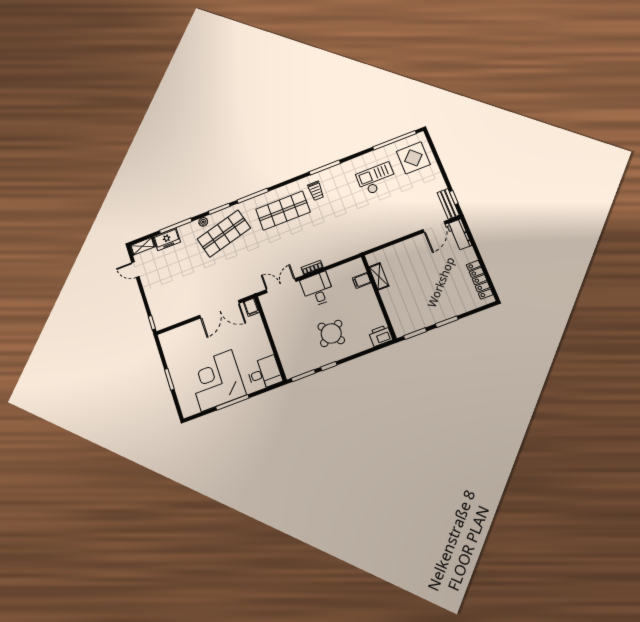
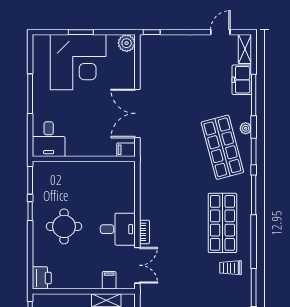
double door: (281, 286) -> (137, 265), moved
round table: (331, 333) -> (64, 226), turned 34
plant: (167, 339) -> (127, 43), added
corner desk: (217, 380) -> (78, 62), moved, turned 90

